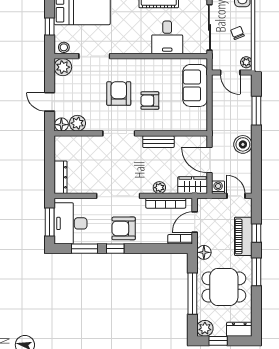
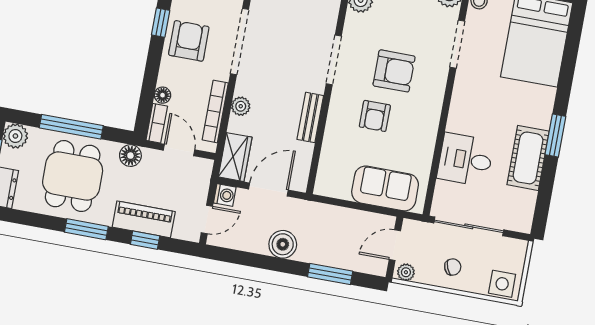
armchair: (150, 101) -> (375, 116), turned 180
floor lamp: (161, 239) -> (163, 95), added

